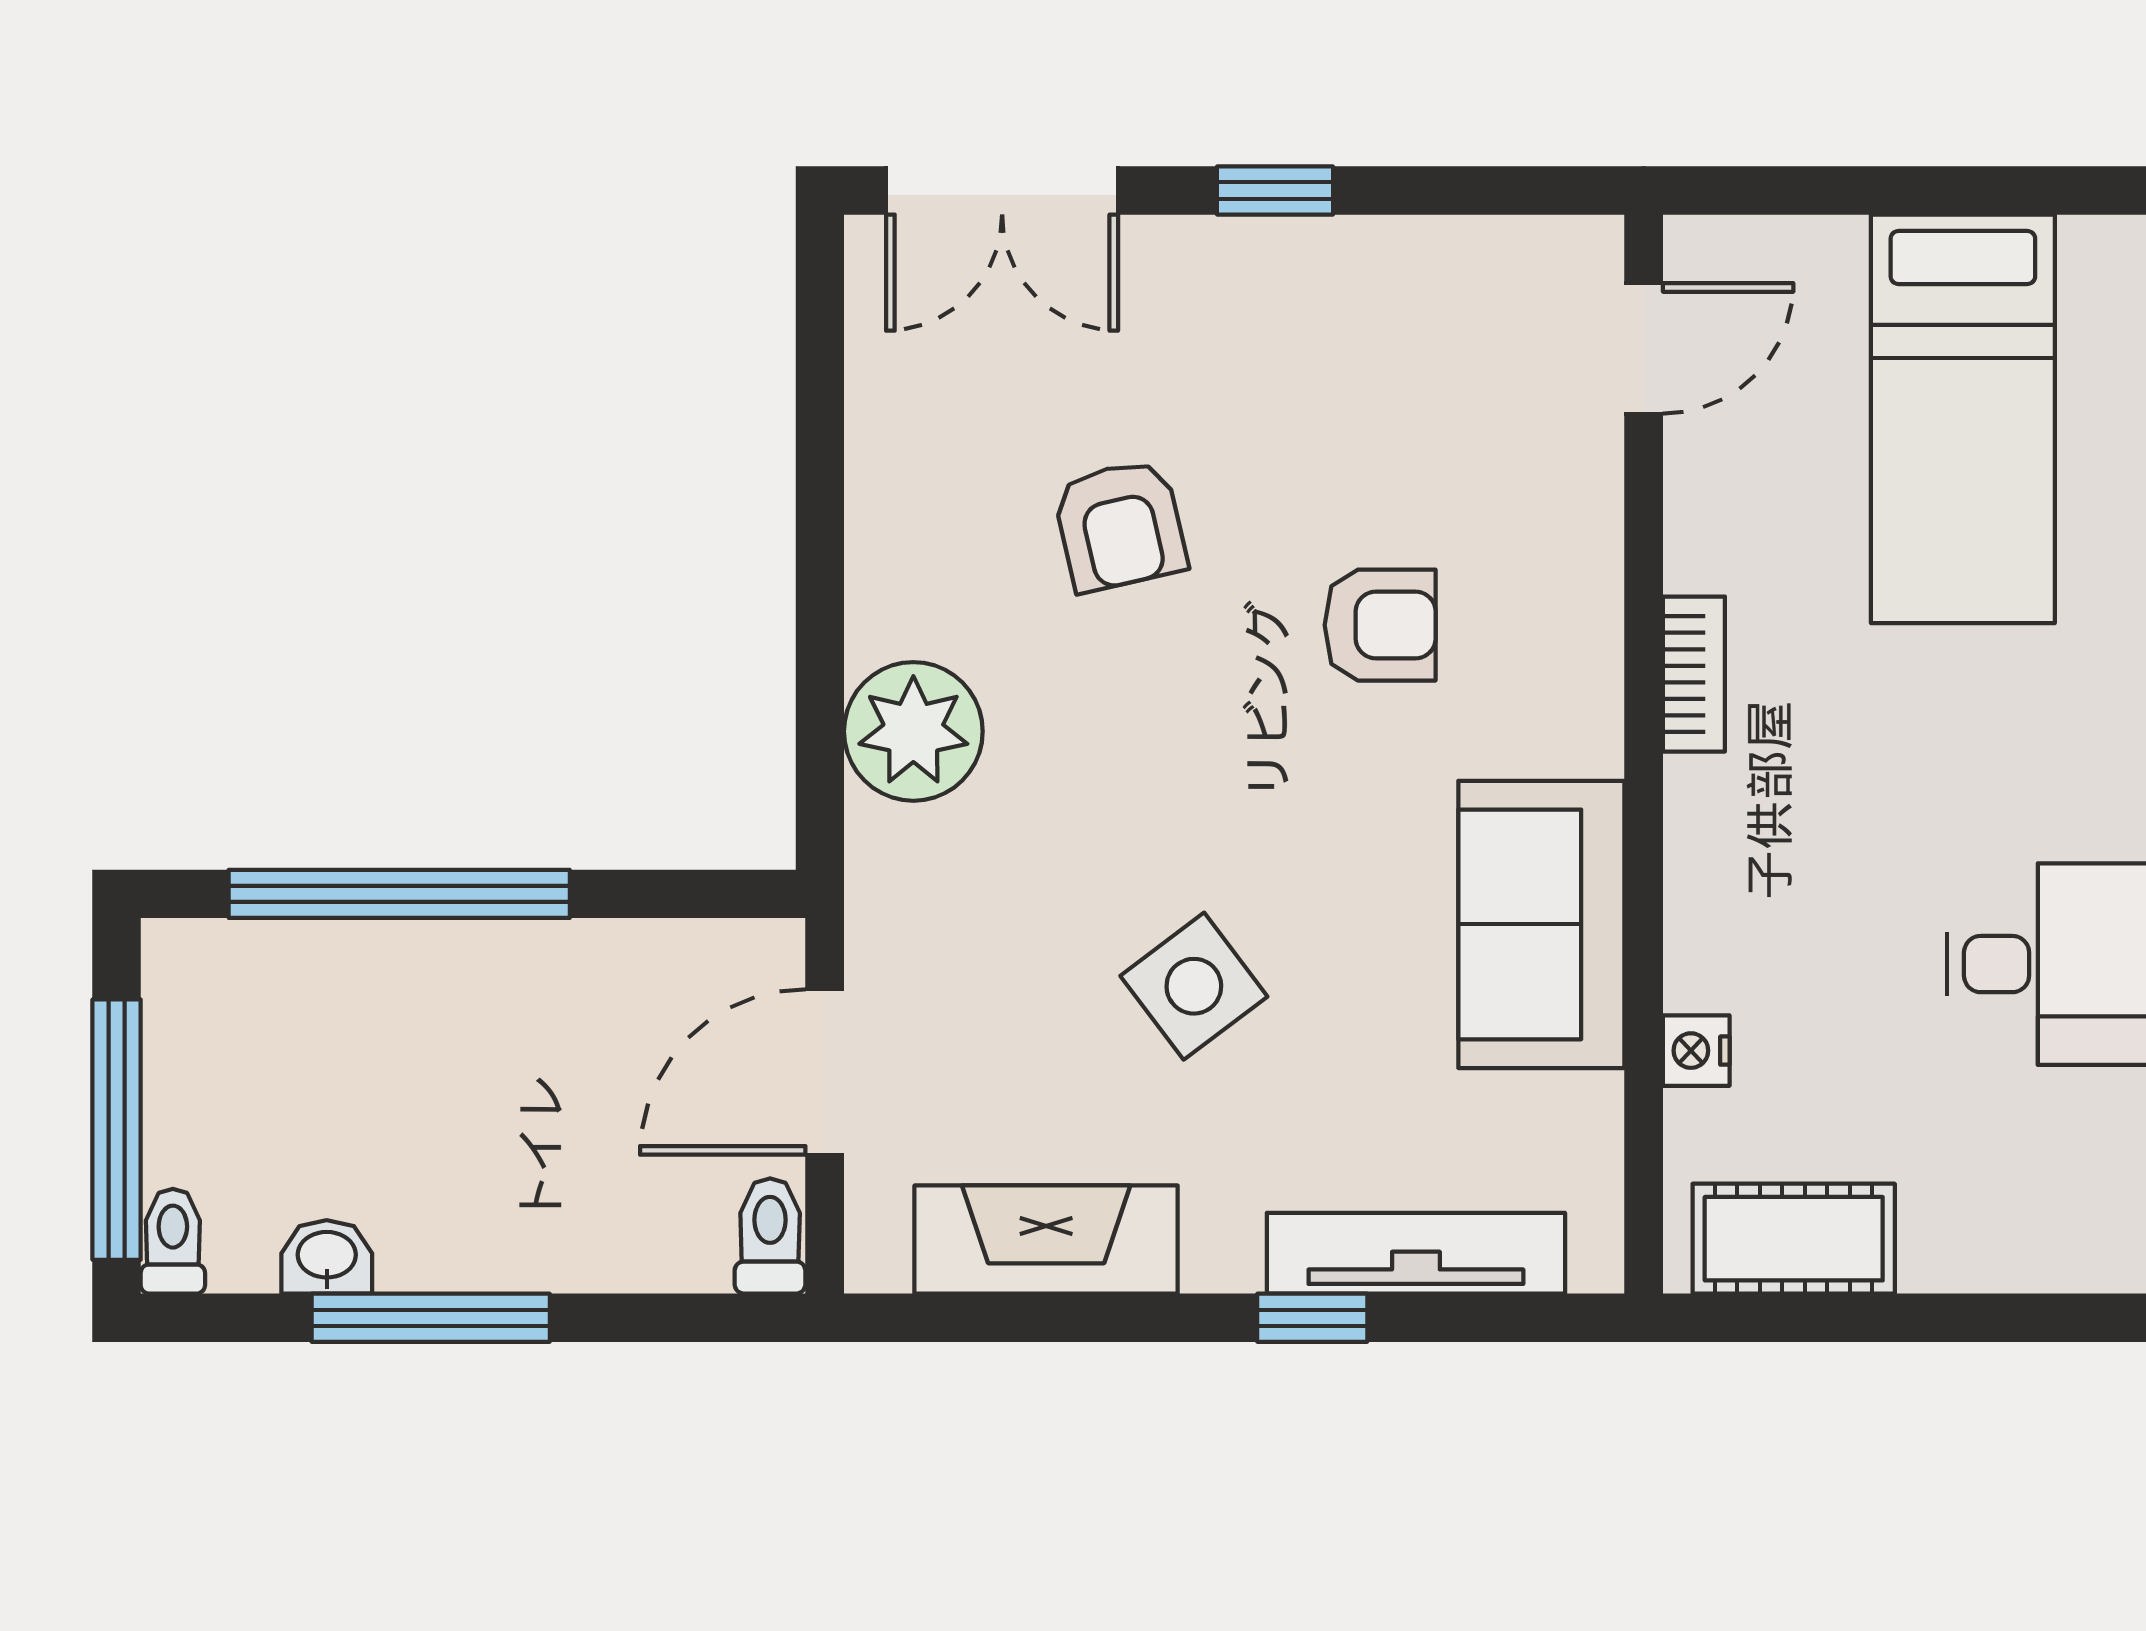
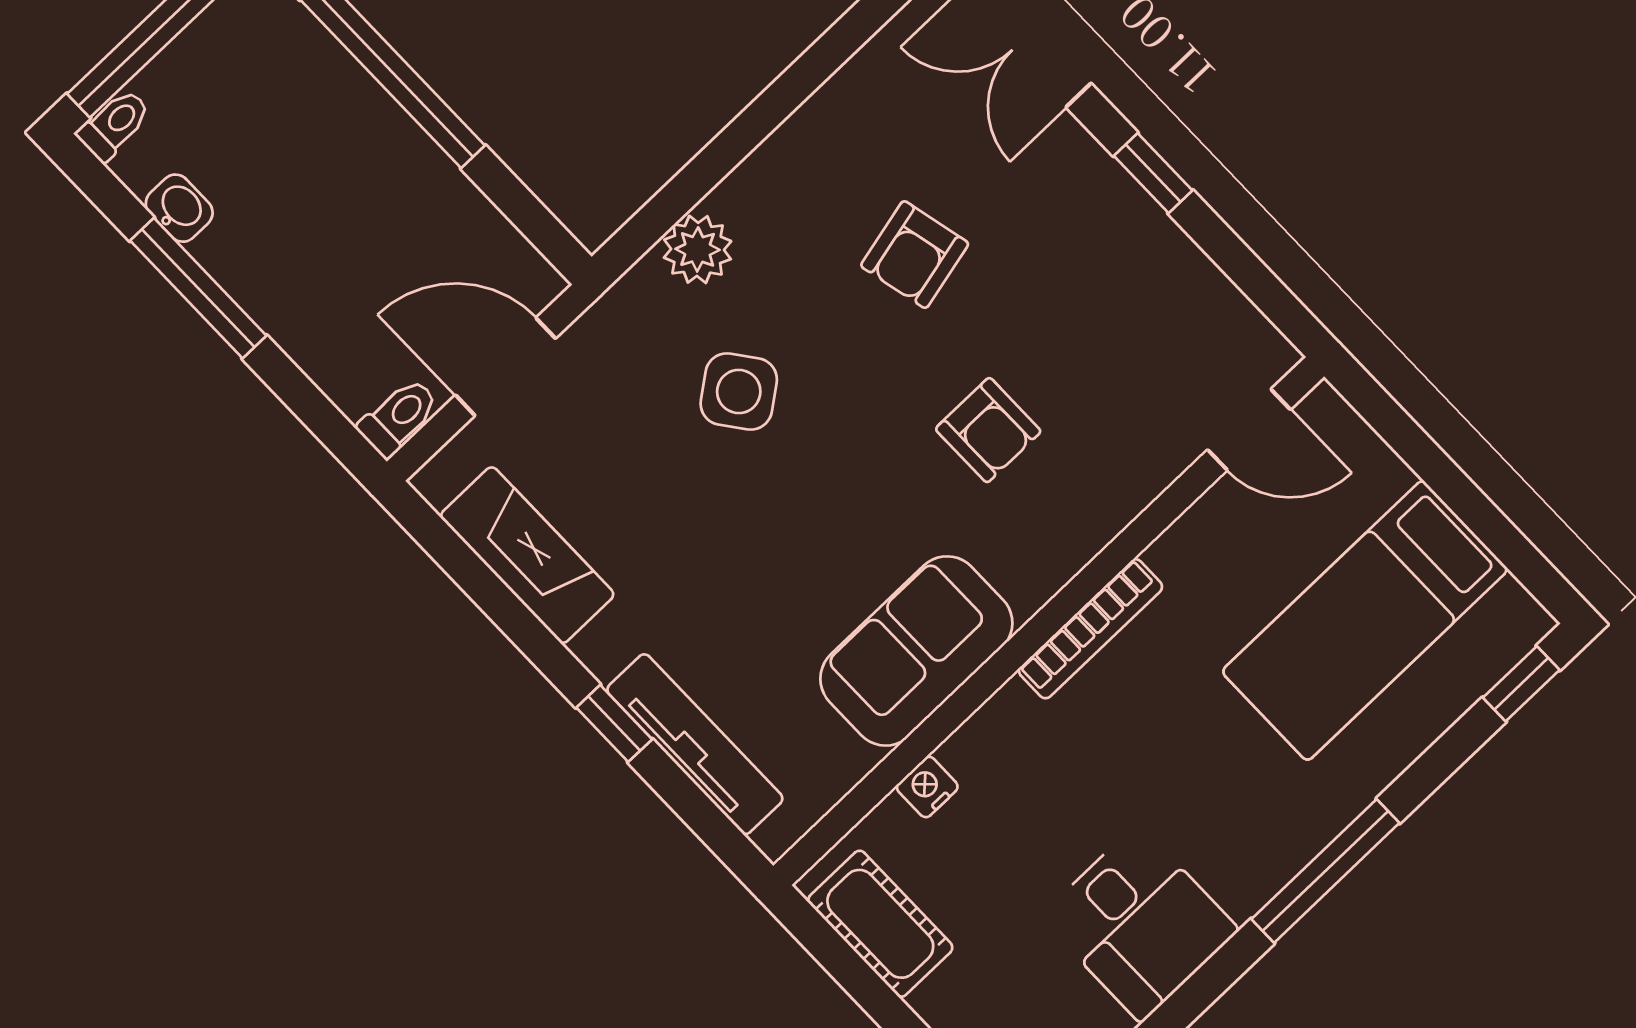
bookcase: (1694, 674) -> (1090, 629), width x1.56
plant: (913, 731) -> (698, 249), width x0.73, depth x0.73
side table: (1194, 986) -> (739, 392), moved

